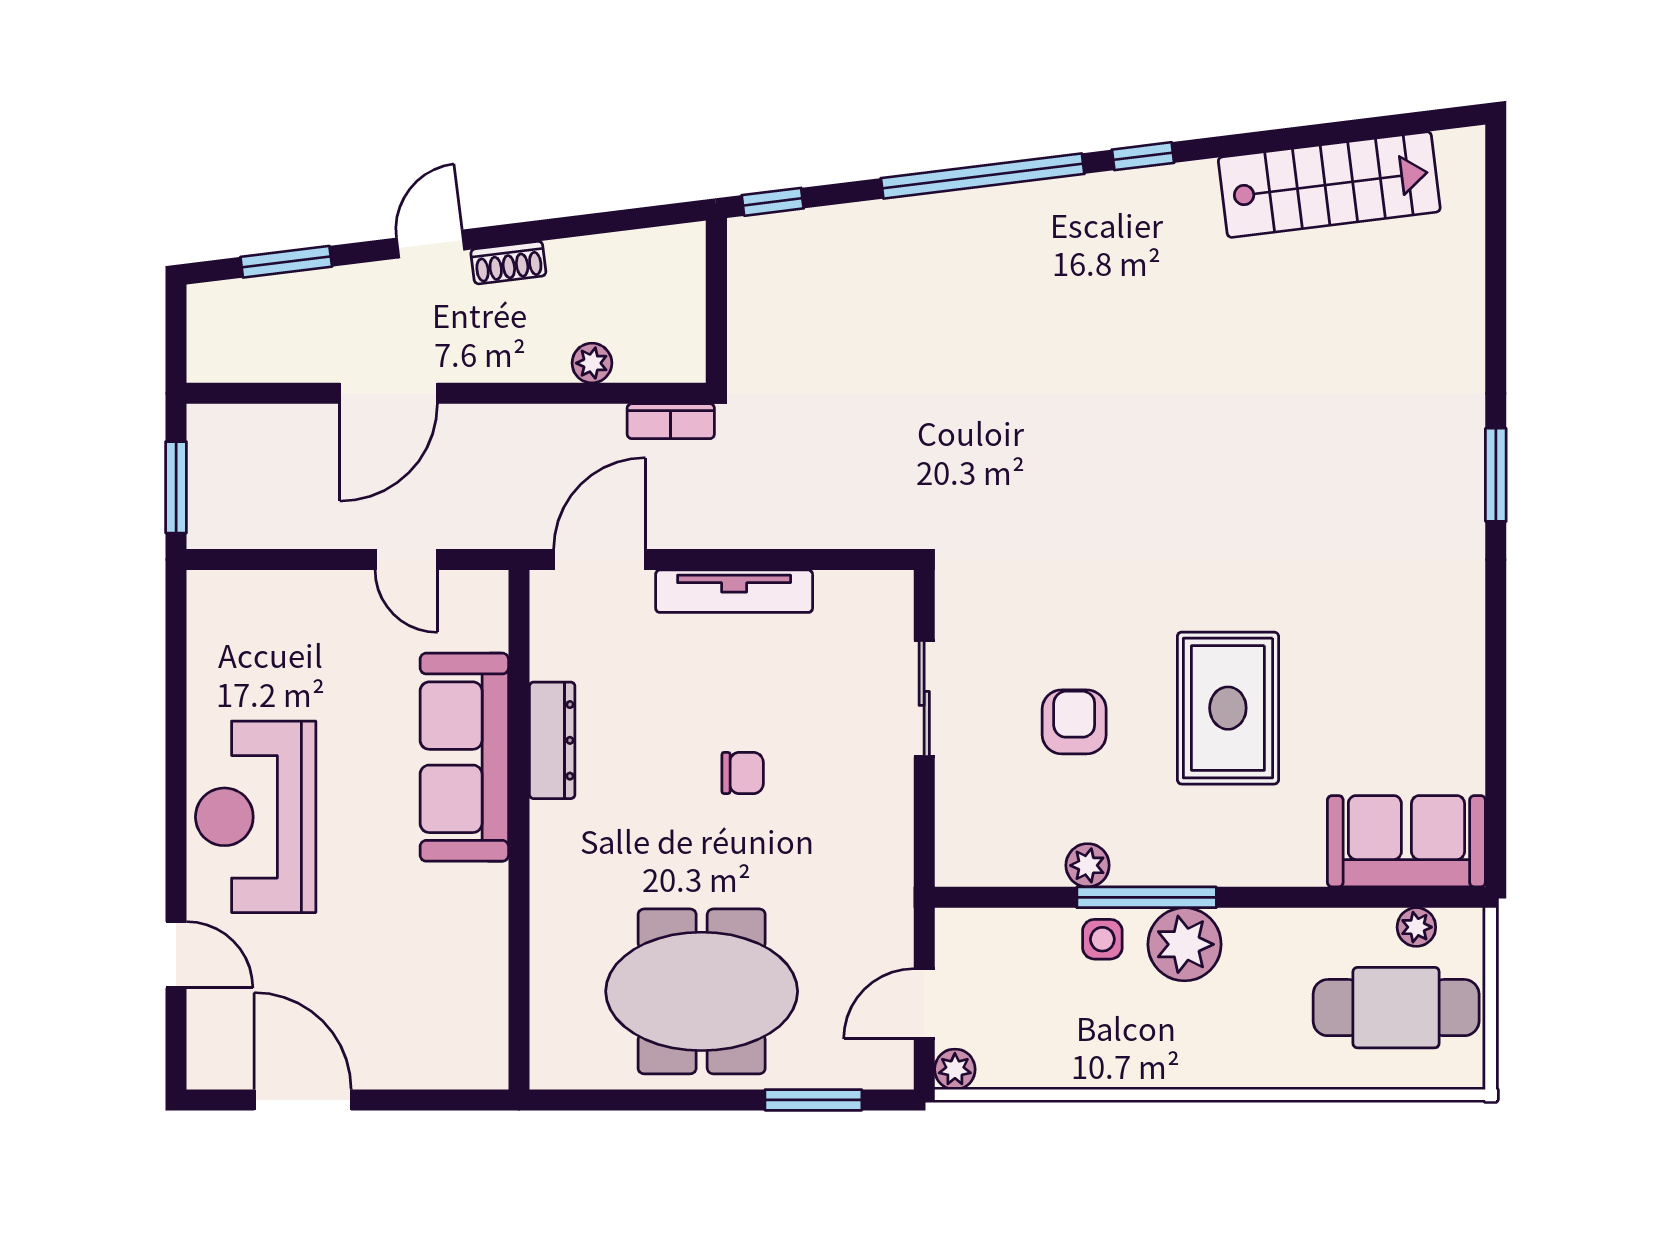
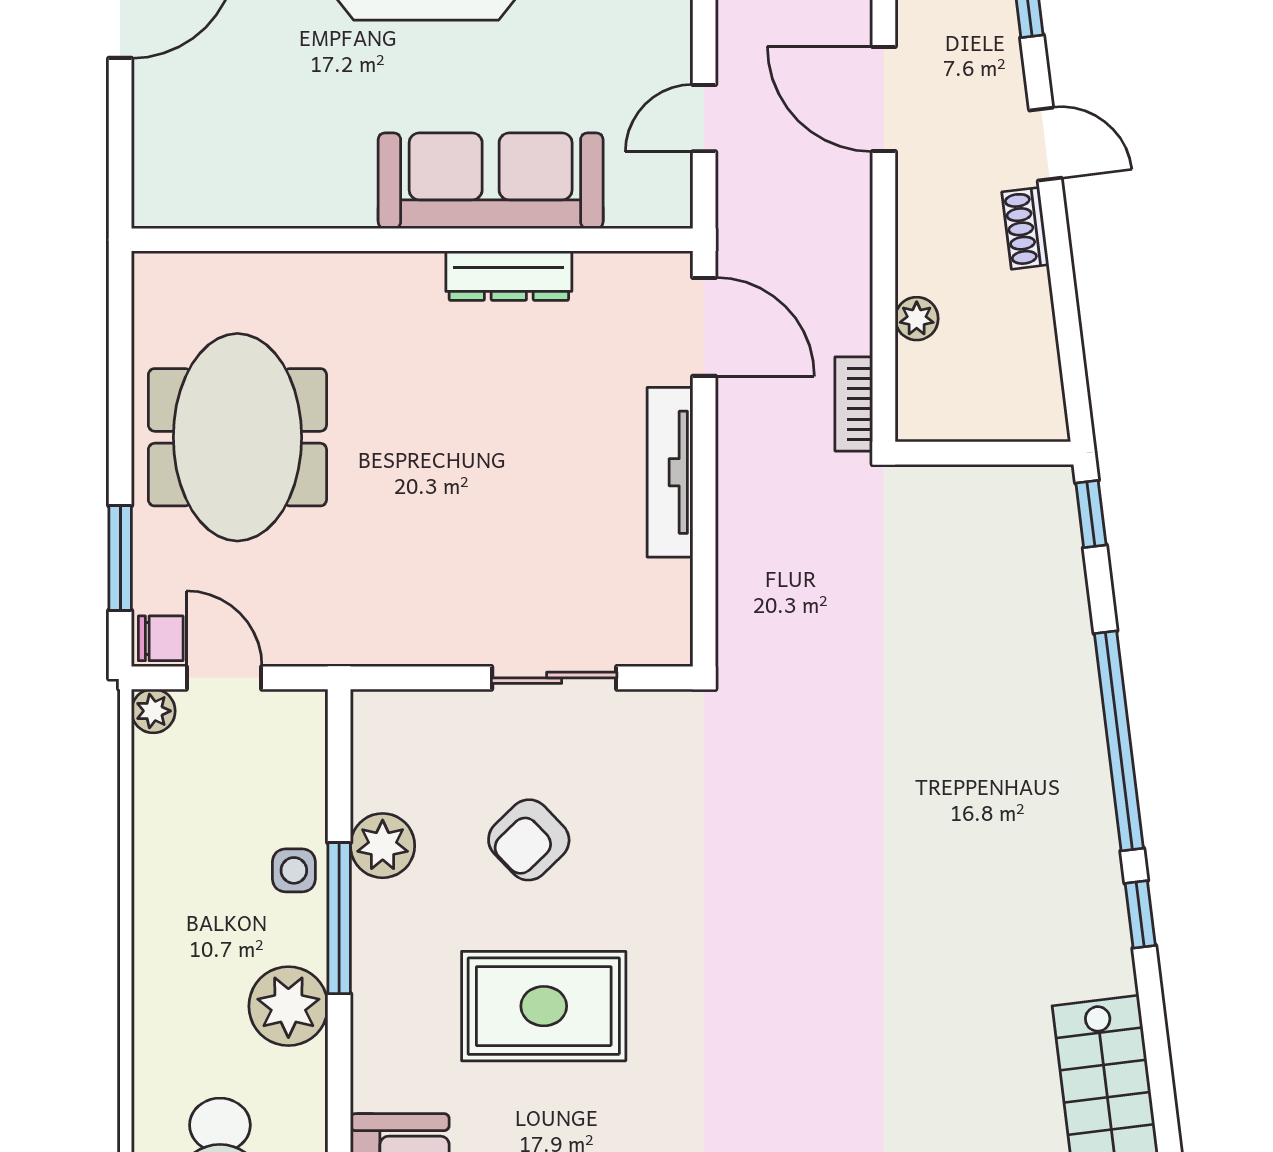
armchair: (1074, 722) -> (529, 840), turned 136
chair: (743, 773) -> (161, 638), moved, turned -90
plant: (1088, 865) -> (383, 846), width x1.38, depth x1.38
plant: (1184, 944) -> (288, 1006), moved

